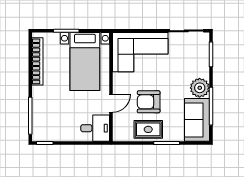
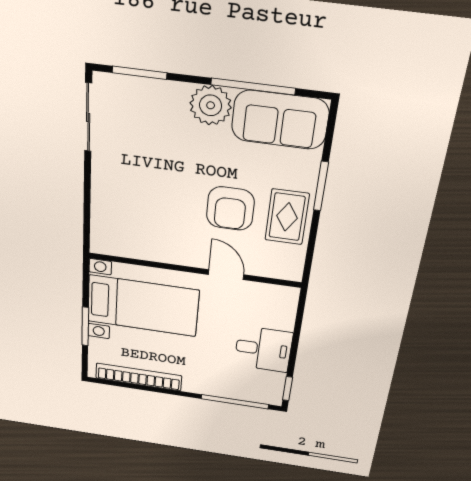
corner sofa: (140, 52) -> (129, 210), removed
desk: (95, 128) -> (263, 349), moved, turned 90

